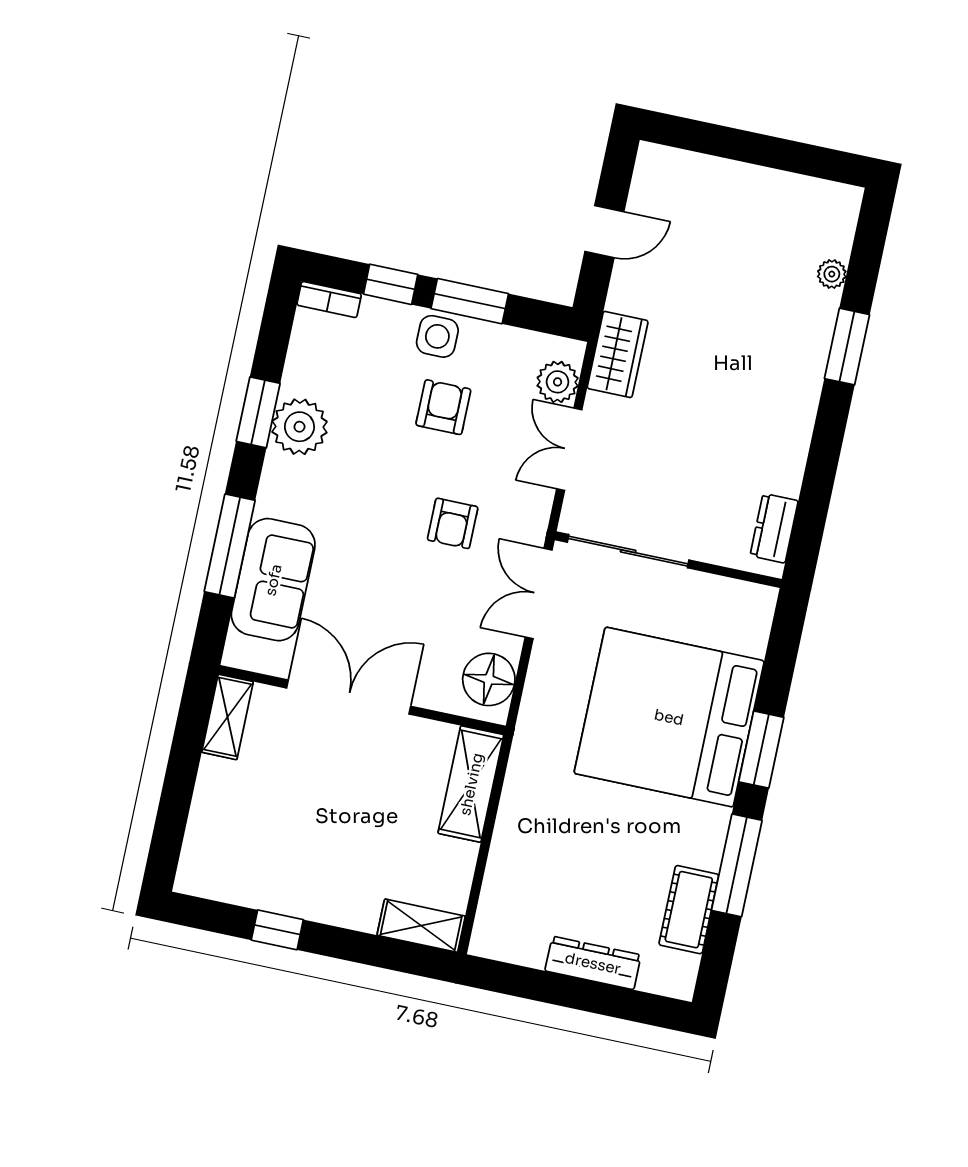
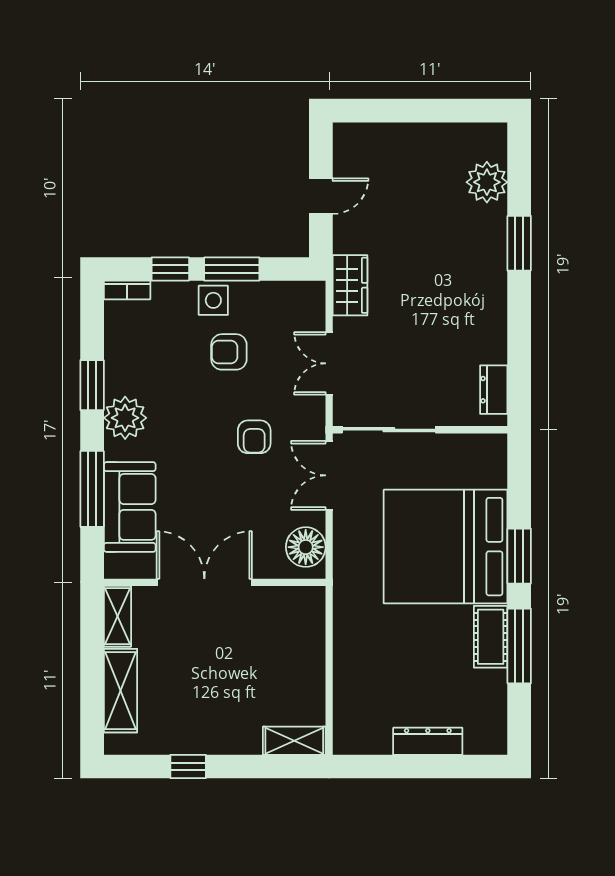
plant: (832, 274) -> (487, 182), width x1.88, depth x1.88
plant: (558, 382) -> (310, 315), removed
armchair: (443, 407) -> (229, 352), turned -90
plant: (299, 427) -> (125, 418), moved
shelving: (471, 784) -> (121, 691), moved
cot: (689, 910) -> (491, 637), moved

